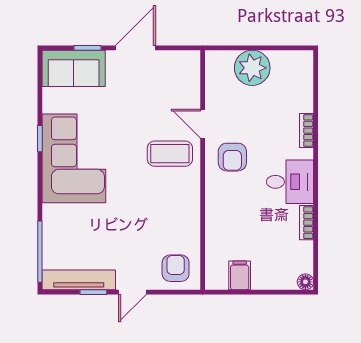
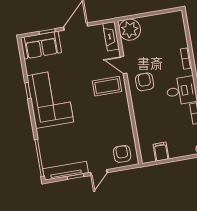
plant: (252, 68) -> (130, 30), moved
fireplace: (190, 73) -> (111, 36), added
armchair: (232, 157) -> (145, 82), turned 180

